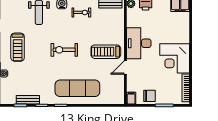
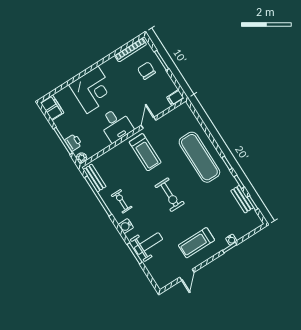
desk: (139, 43) -> (116, 125), width x0.73
treadmill: (18, 47) -> (196, 243), turned 180
corner desk: (175, 58) -> (92, 90), moved
door: (125, 68) -> (149, 123), swing flipped
chair: (150, 96) -> (146, 71), moved

